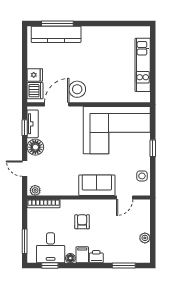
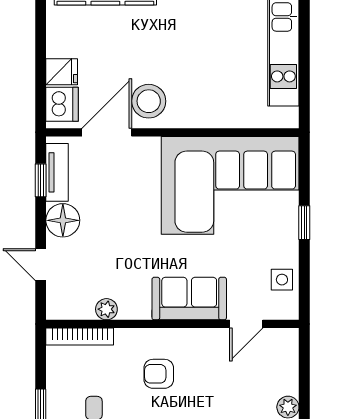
plant: (35, 190) -> (106, 309), moved
armchair: (82, 222) -> (159, 374), turned -90

